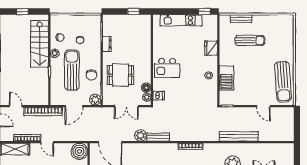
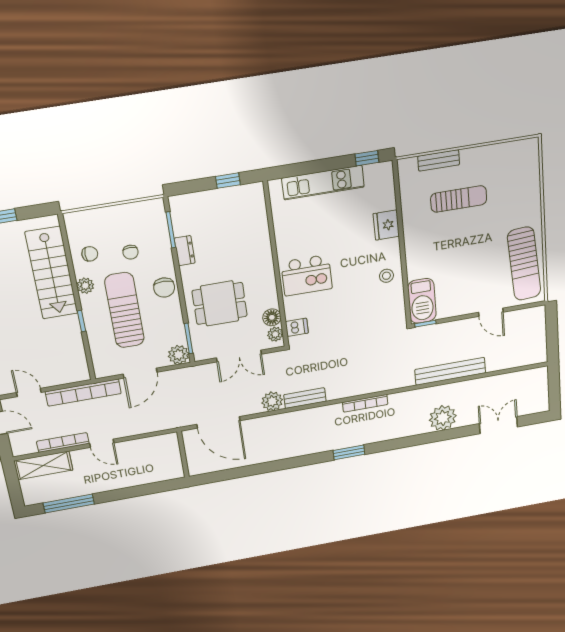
chair: (91, 75) -> (164, 288), moved
barbecue: (226, 78) -> (422, 301), moved
boiler: (79, 151) -> (164, 448), removed

